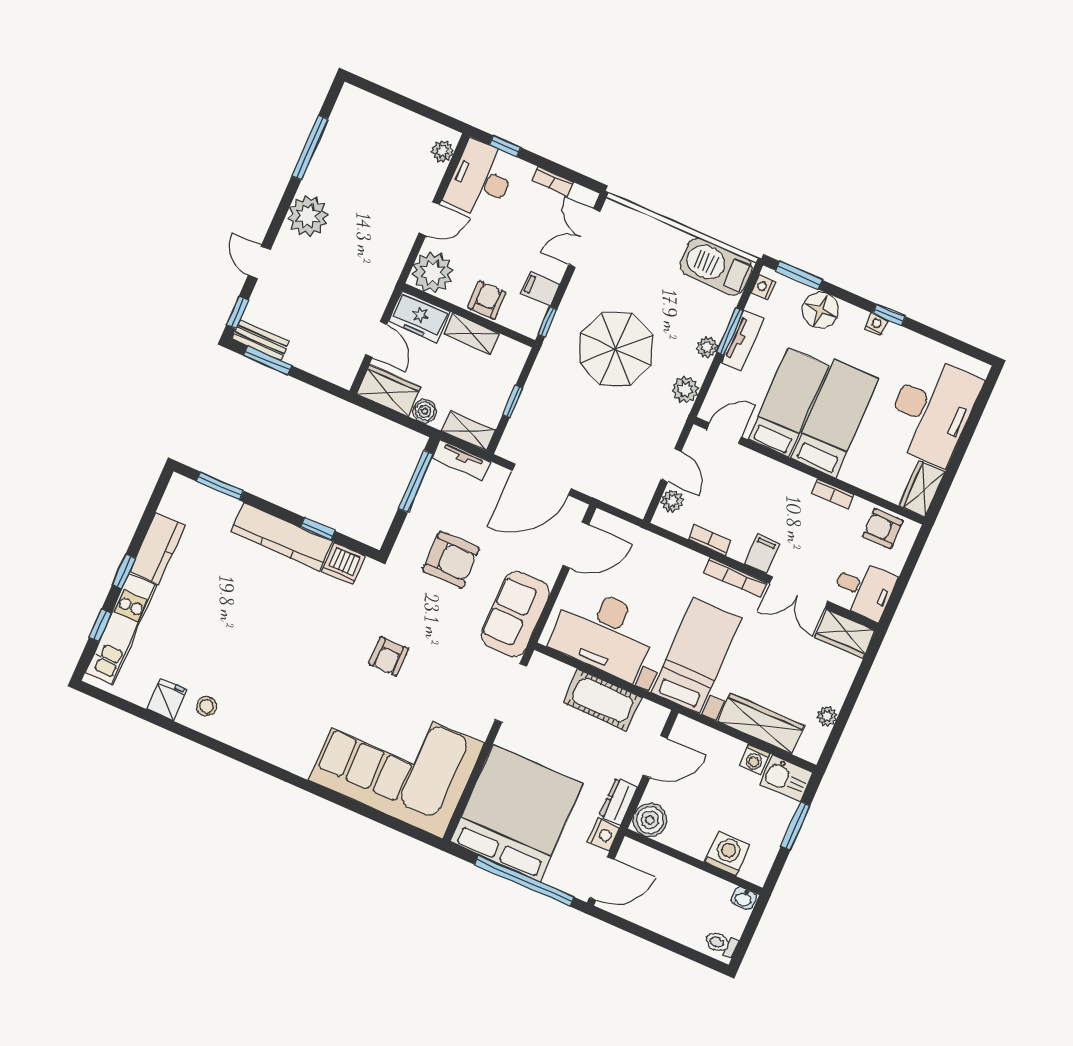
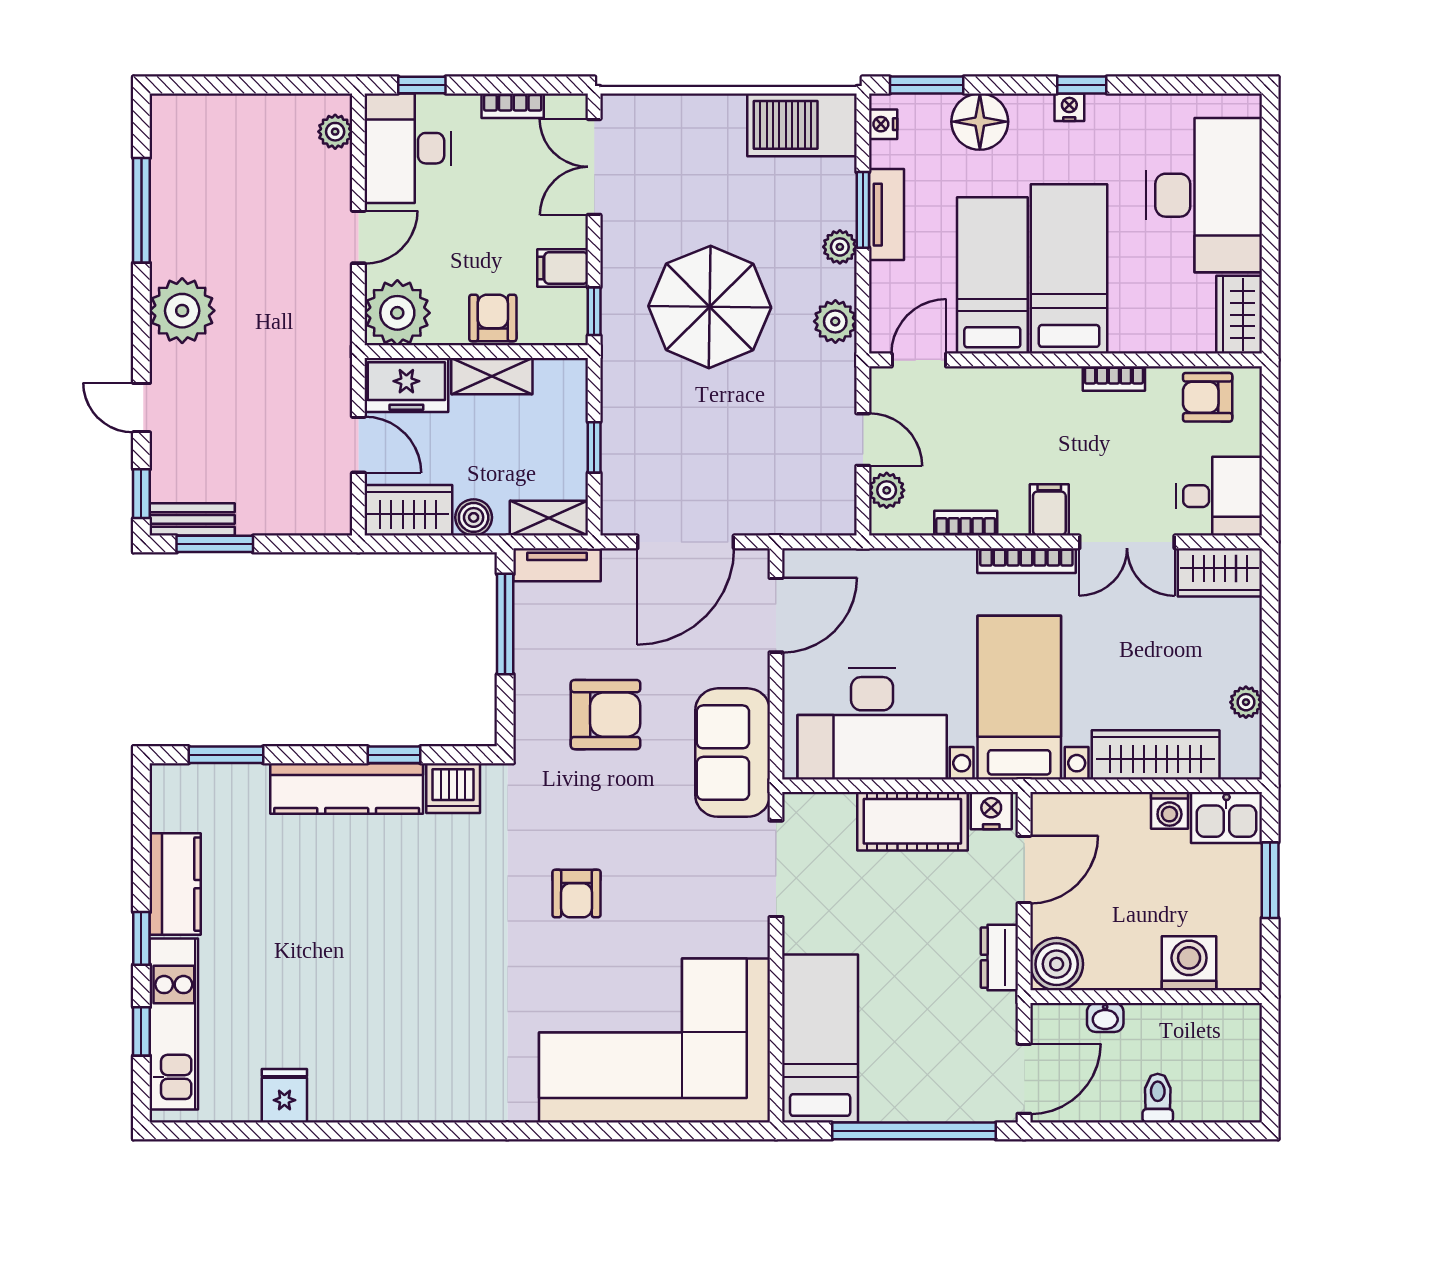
stool: (206, 706) -> (346, 1081), removed
bed: (516, 813) -> (820, 1039), width x0.49
nightstand: (604, 834) -> (991, 811), moved, turned -90
washbasin: (744, 898) -> (1105, 1017), moved
toilet: (721, 944) -> (1158, 1098), moved, turned 90

